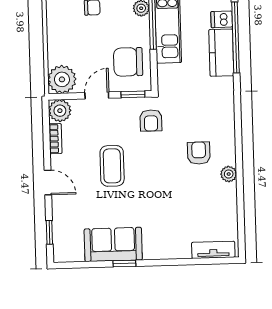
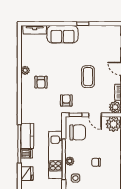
door: (97, 95) -> (95, 115), hinge flipped
sofa: (113, 244) -> (62, 34), moved

